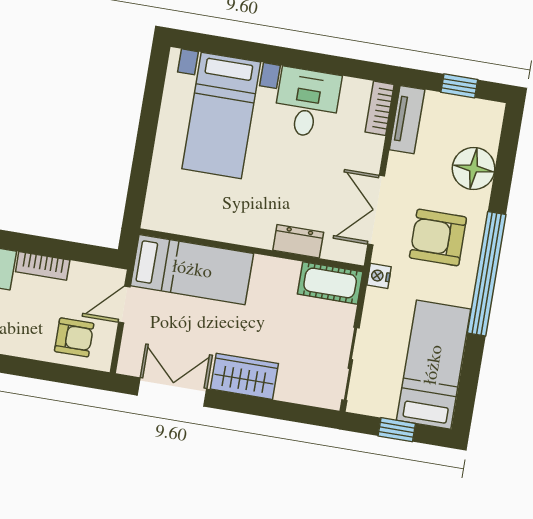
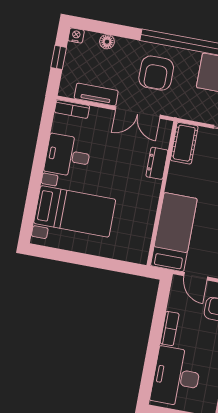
tv unit: (407, 120) -> (96, 95), moved
floor lamp: (474, 168) -> (107, 42), width x0.53, depth x0.53
nightstand: (379, 276) -> (76, 35), moved, turned 180

